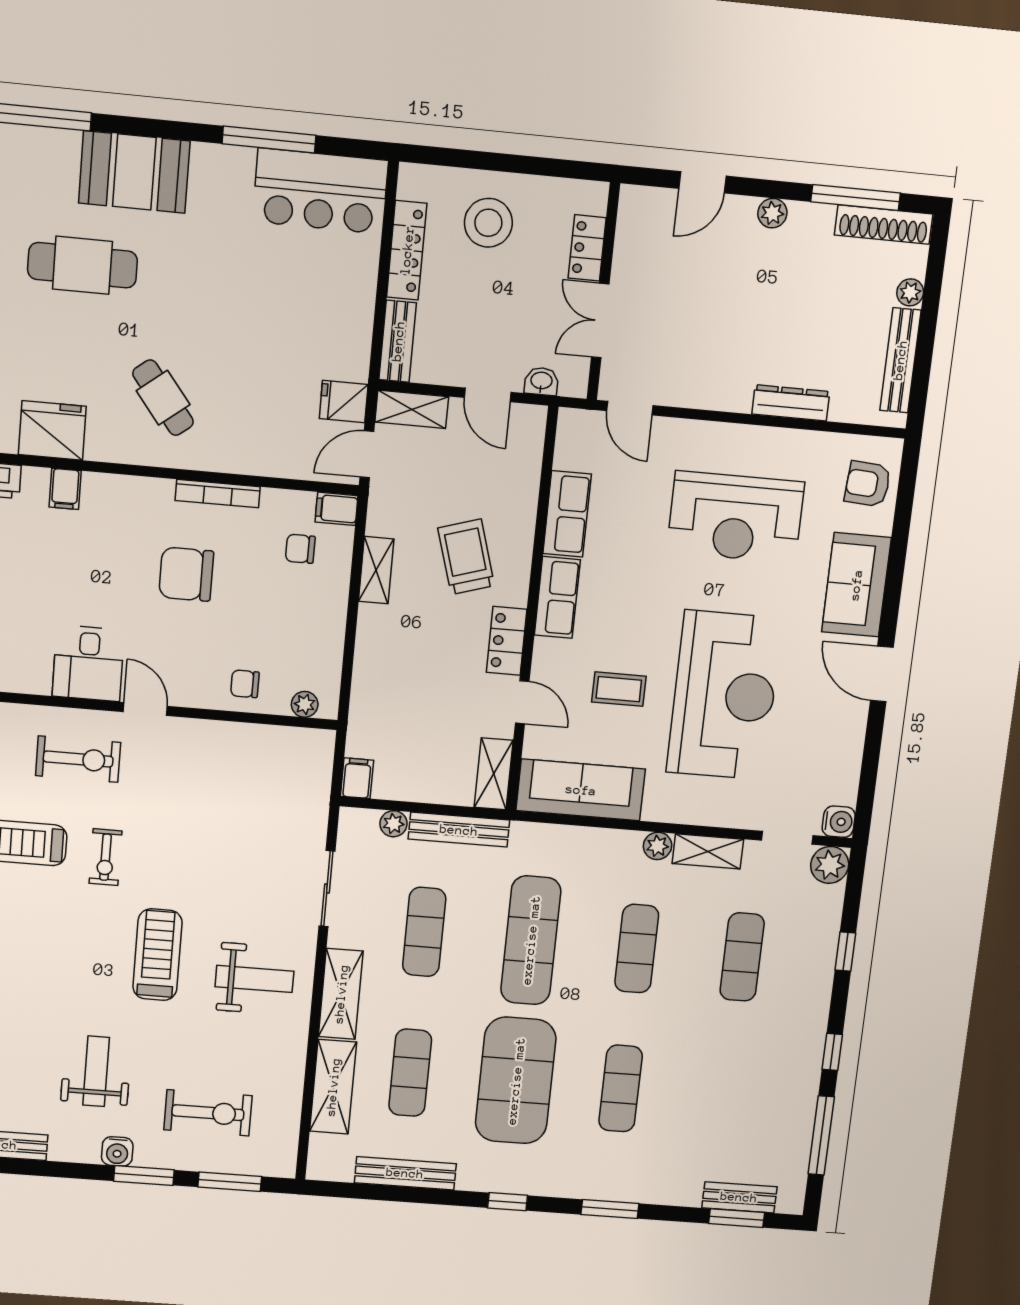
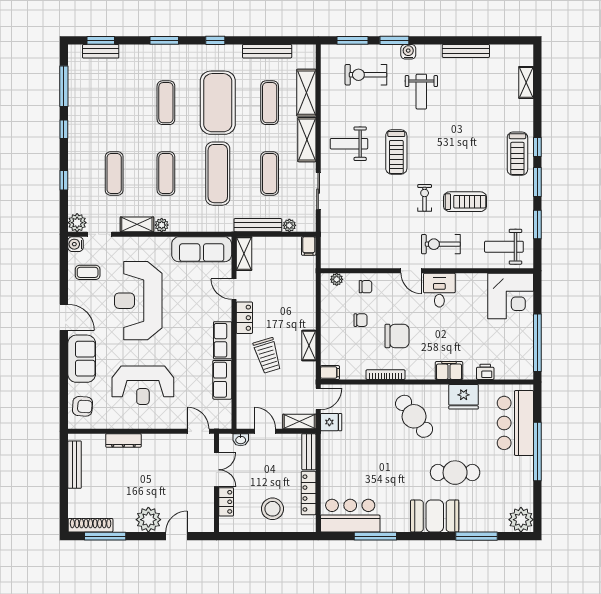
plant: (772, 213) -> (148, 520), width x1.88, depth x1.88
plant: (910, 292) -> (74, 496), removed
cafe table: (163, 398) -> (414, 416), width x1.37, depth x1.35
filing cabinet: (65, 489) -> (449, 371), width x2.00
reception desk: (736, 517) -> (143, 385), turned 180
chair: (300, 549) -> (361, 320), moved
coffee table: (619, 689) -> (88, 272), moved

